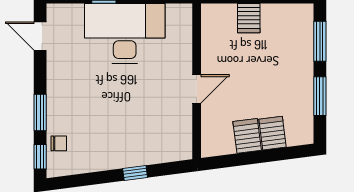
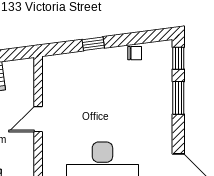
chair: (59, 143) -> (135, 53), moved, turned 180

